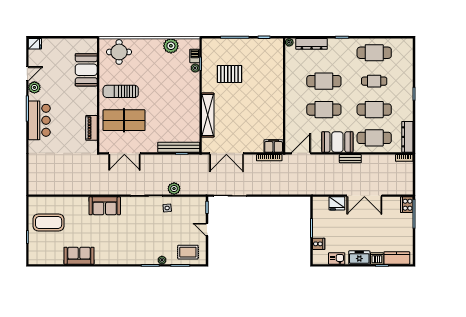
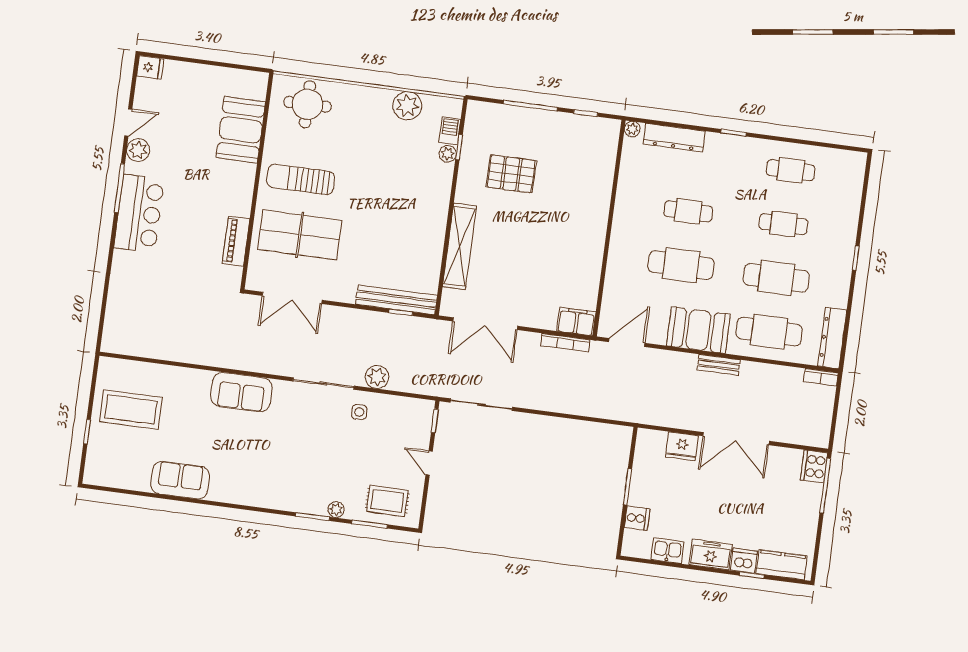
cafe table: (374, 53) -> (791, 170), width x0.73, depth x0.74
cafe table: (324, 81) -> (688, 211), width x0.73, depth x0.74

